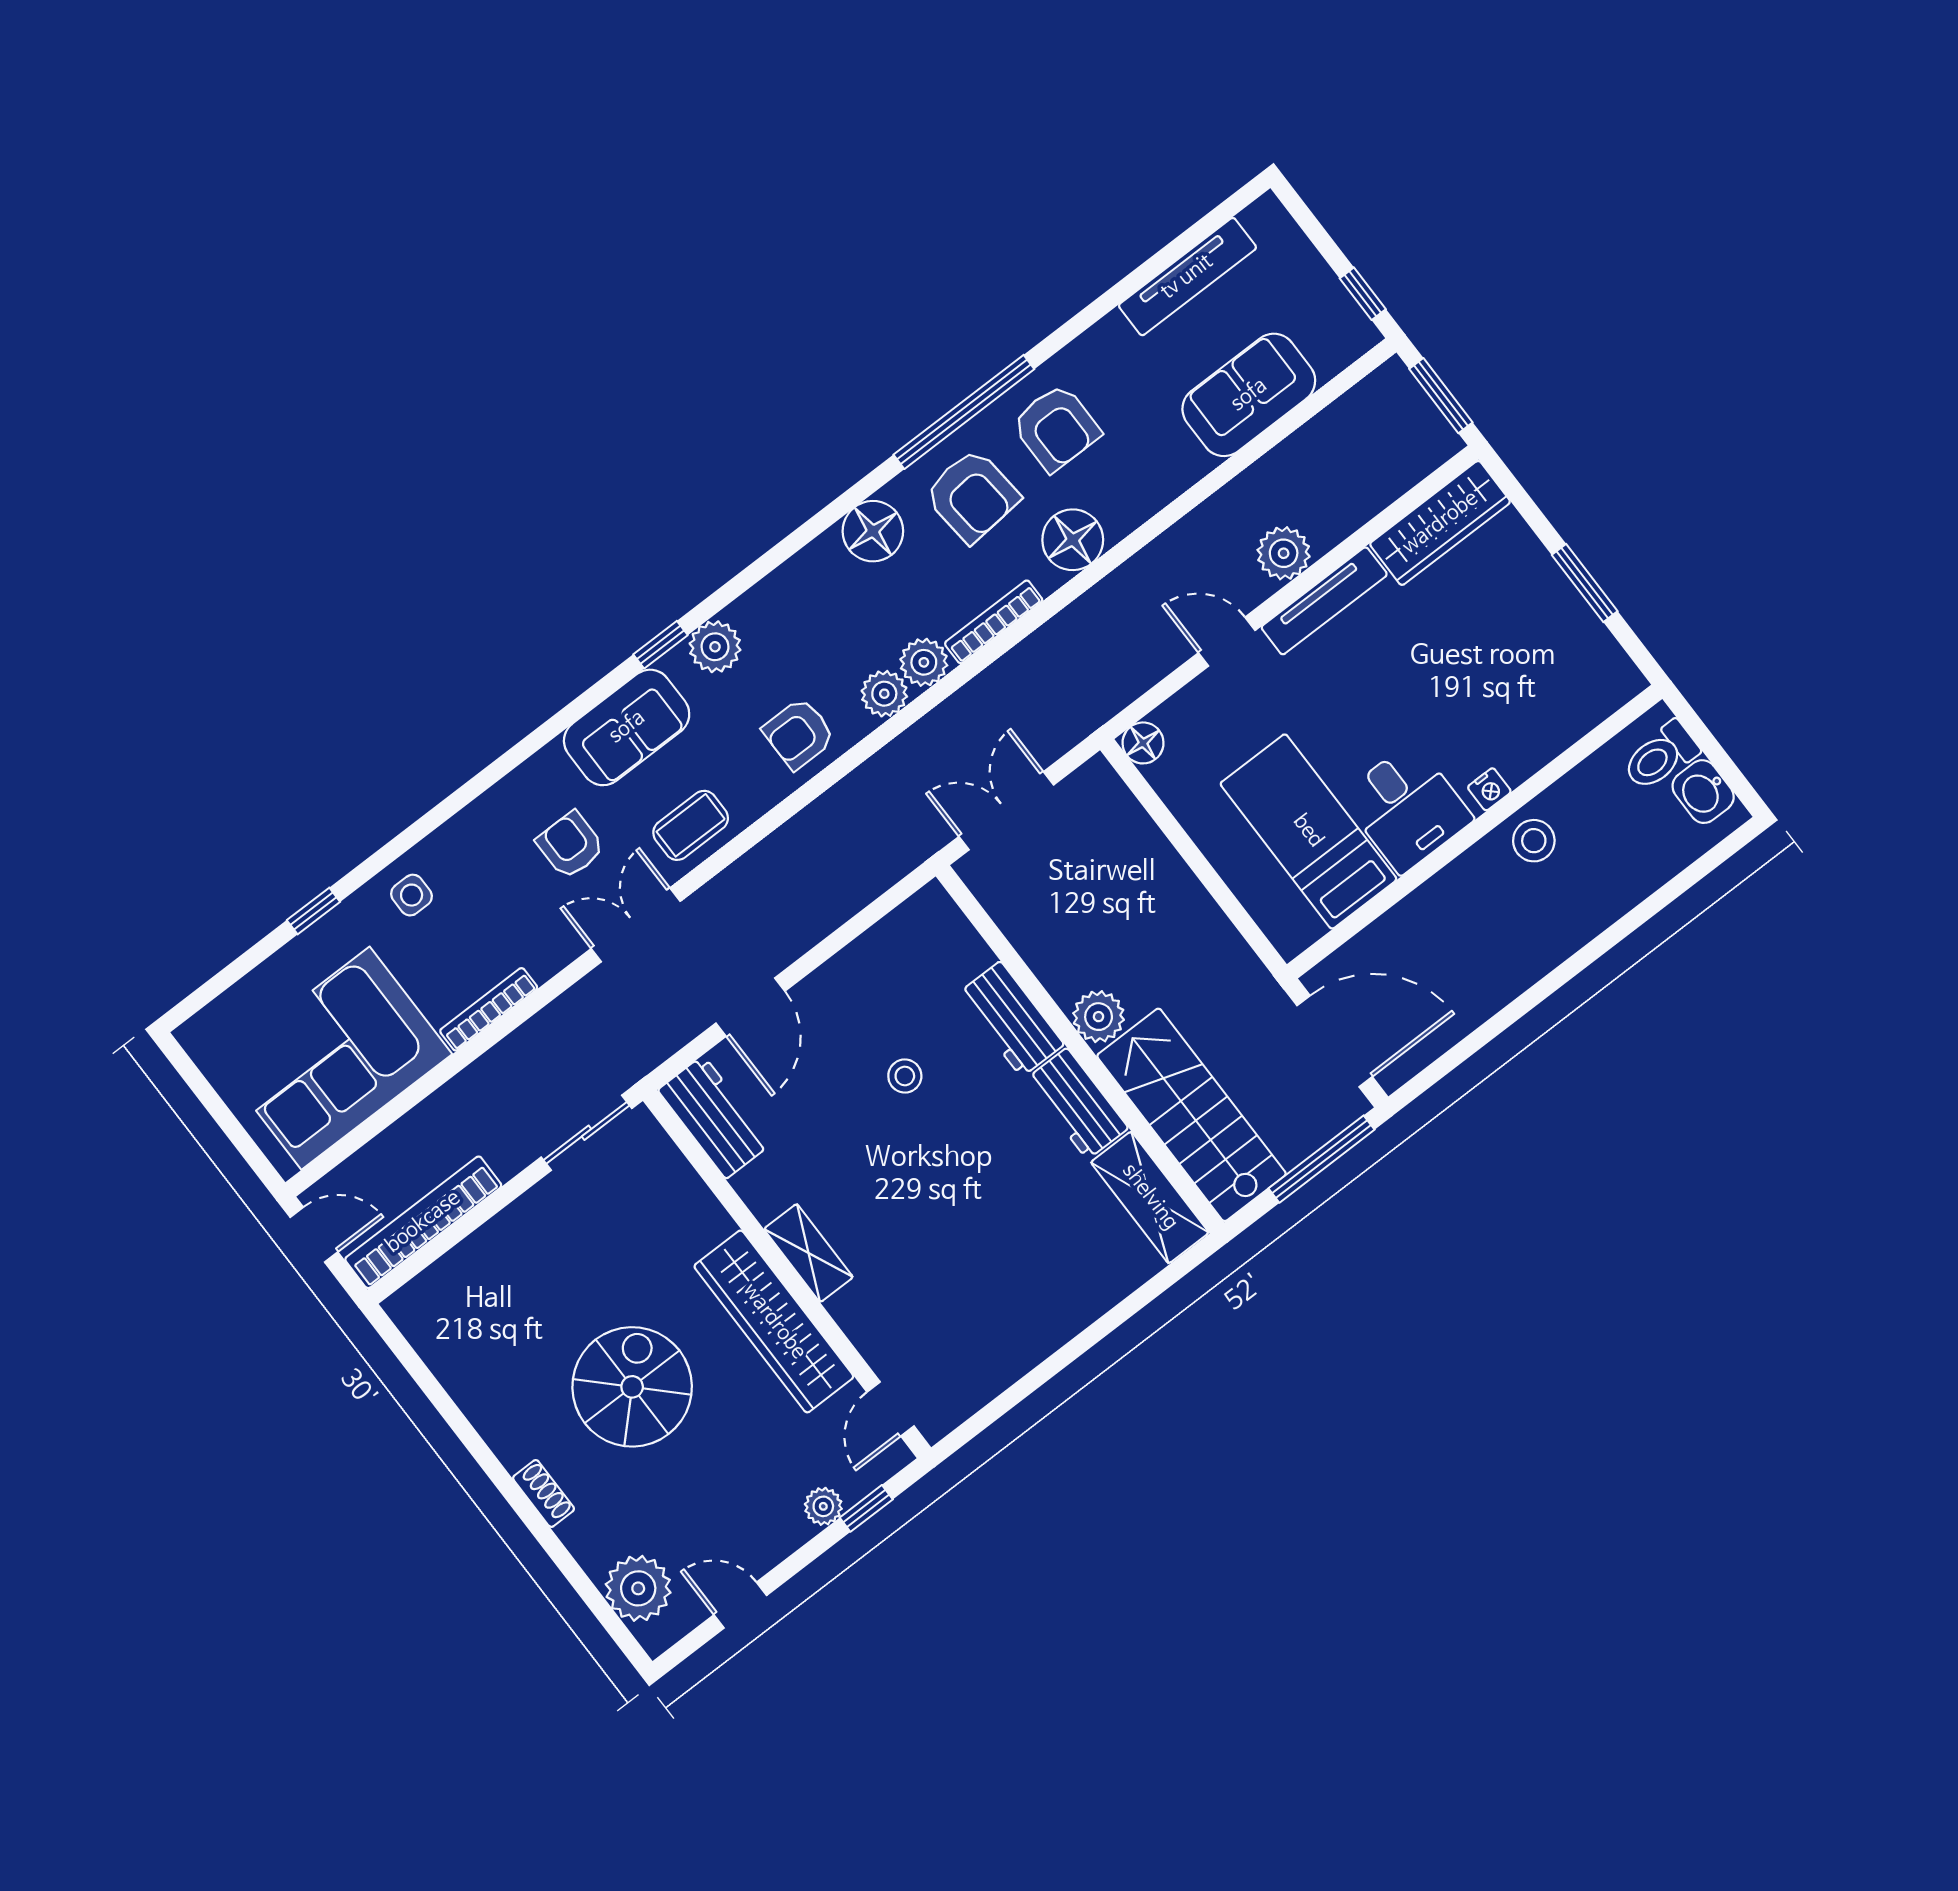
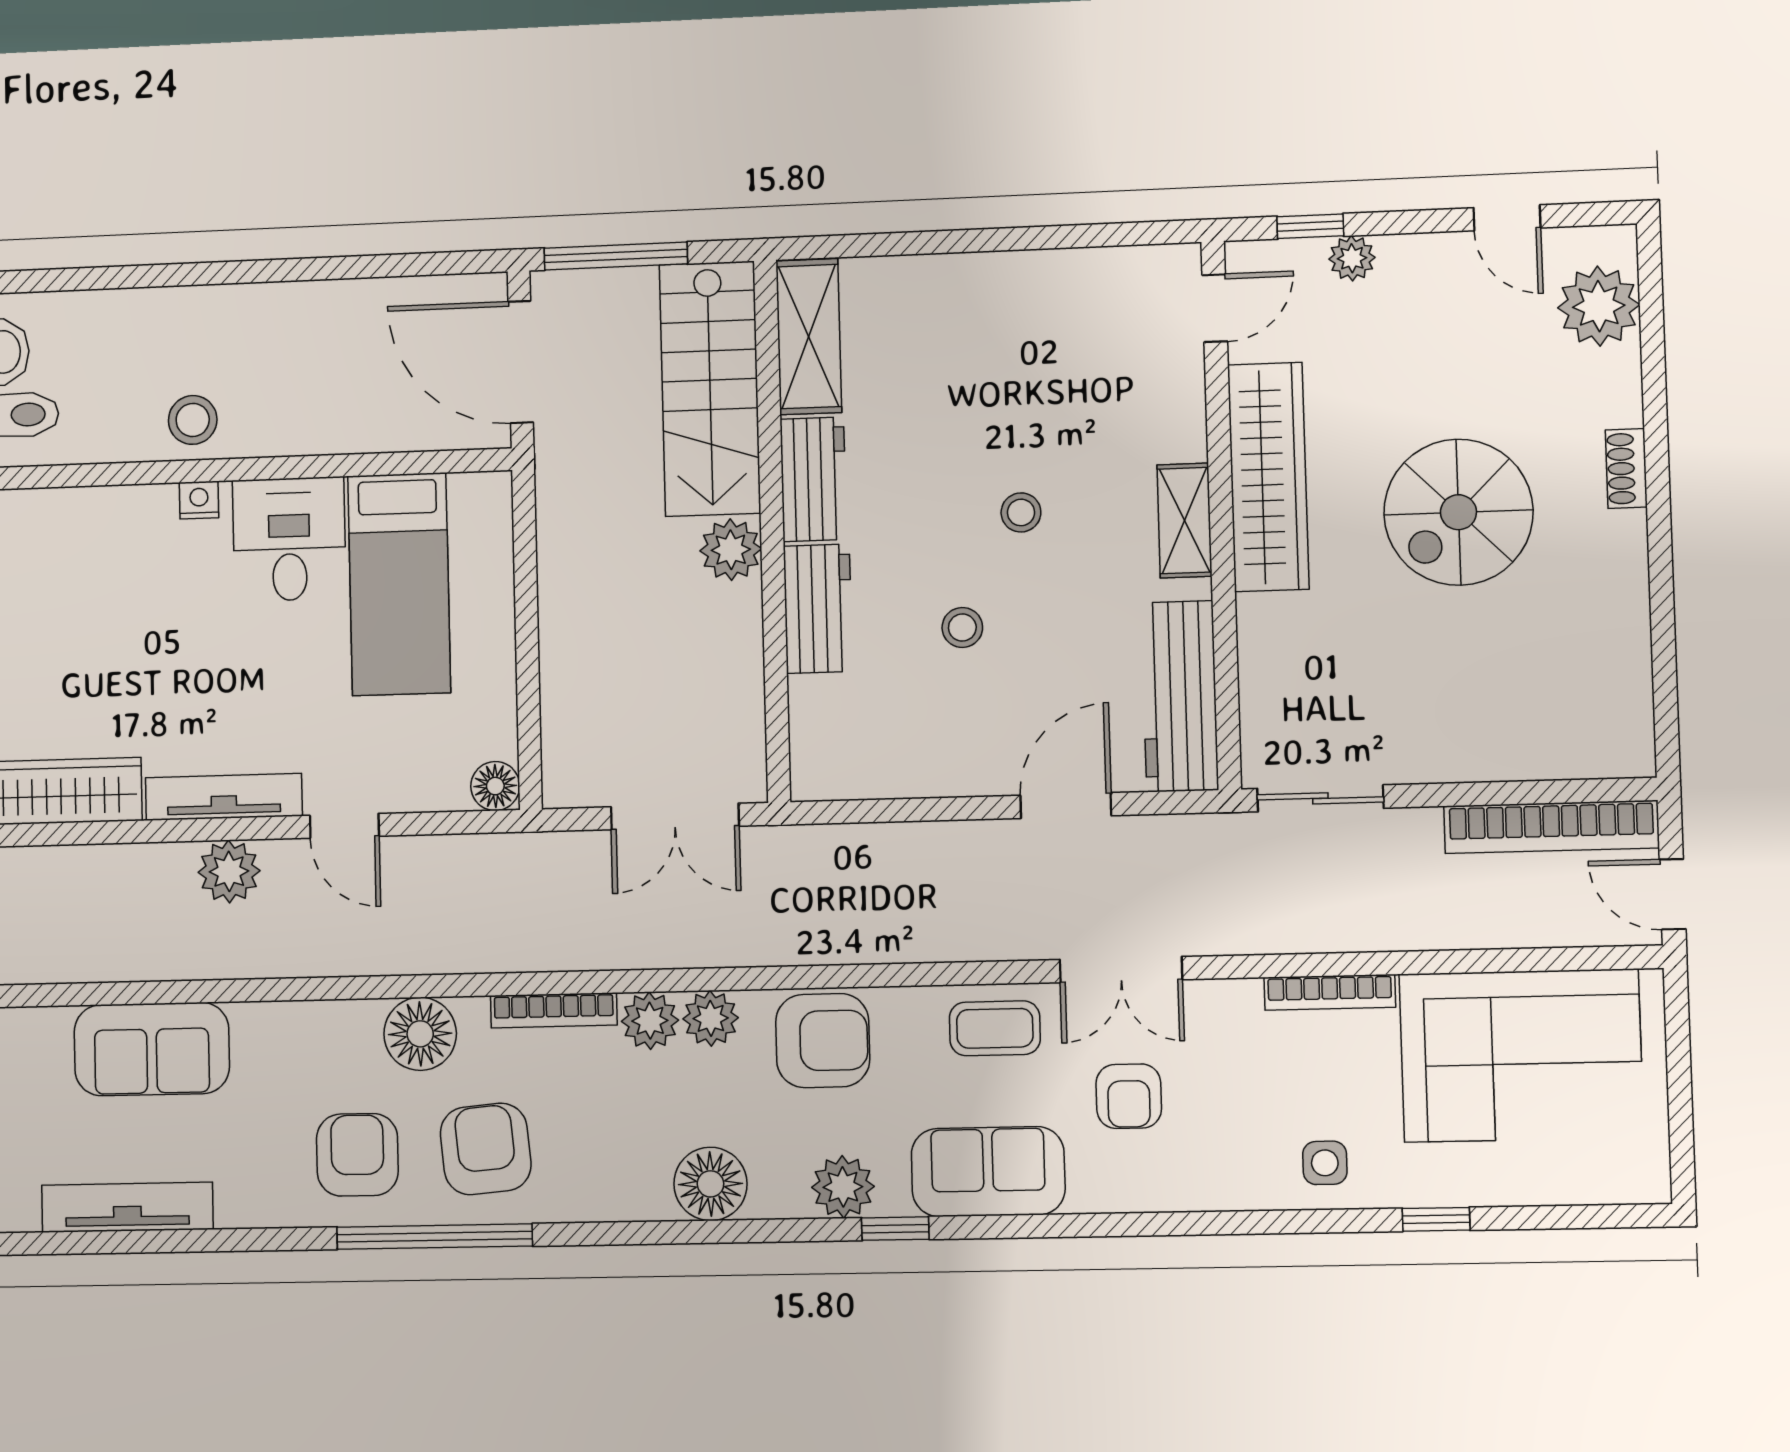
floor lamp: (873, 531) -> (710, 1184), moved
armchair: (799, 734) -> (823, 1041), width x1.38, depth x1.38
workbench: (715, 1117) -> (1180, 696), width x1.38
stool: (921, 1181) -> (1021, 512), added

